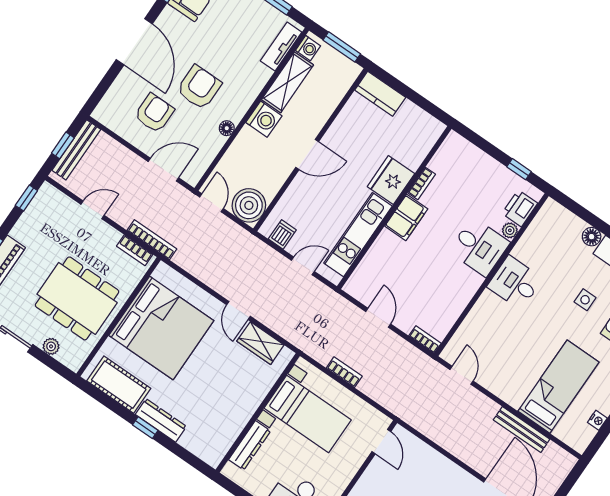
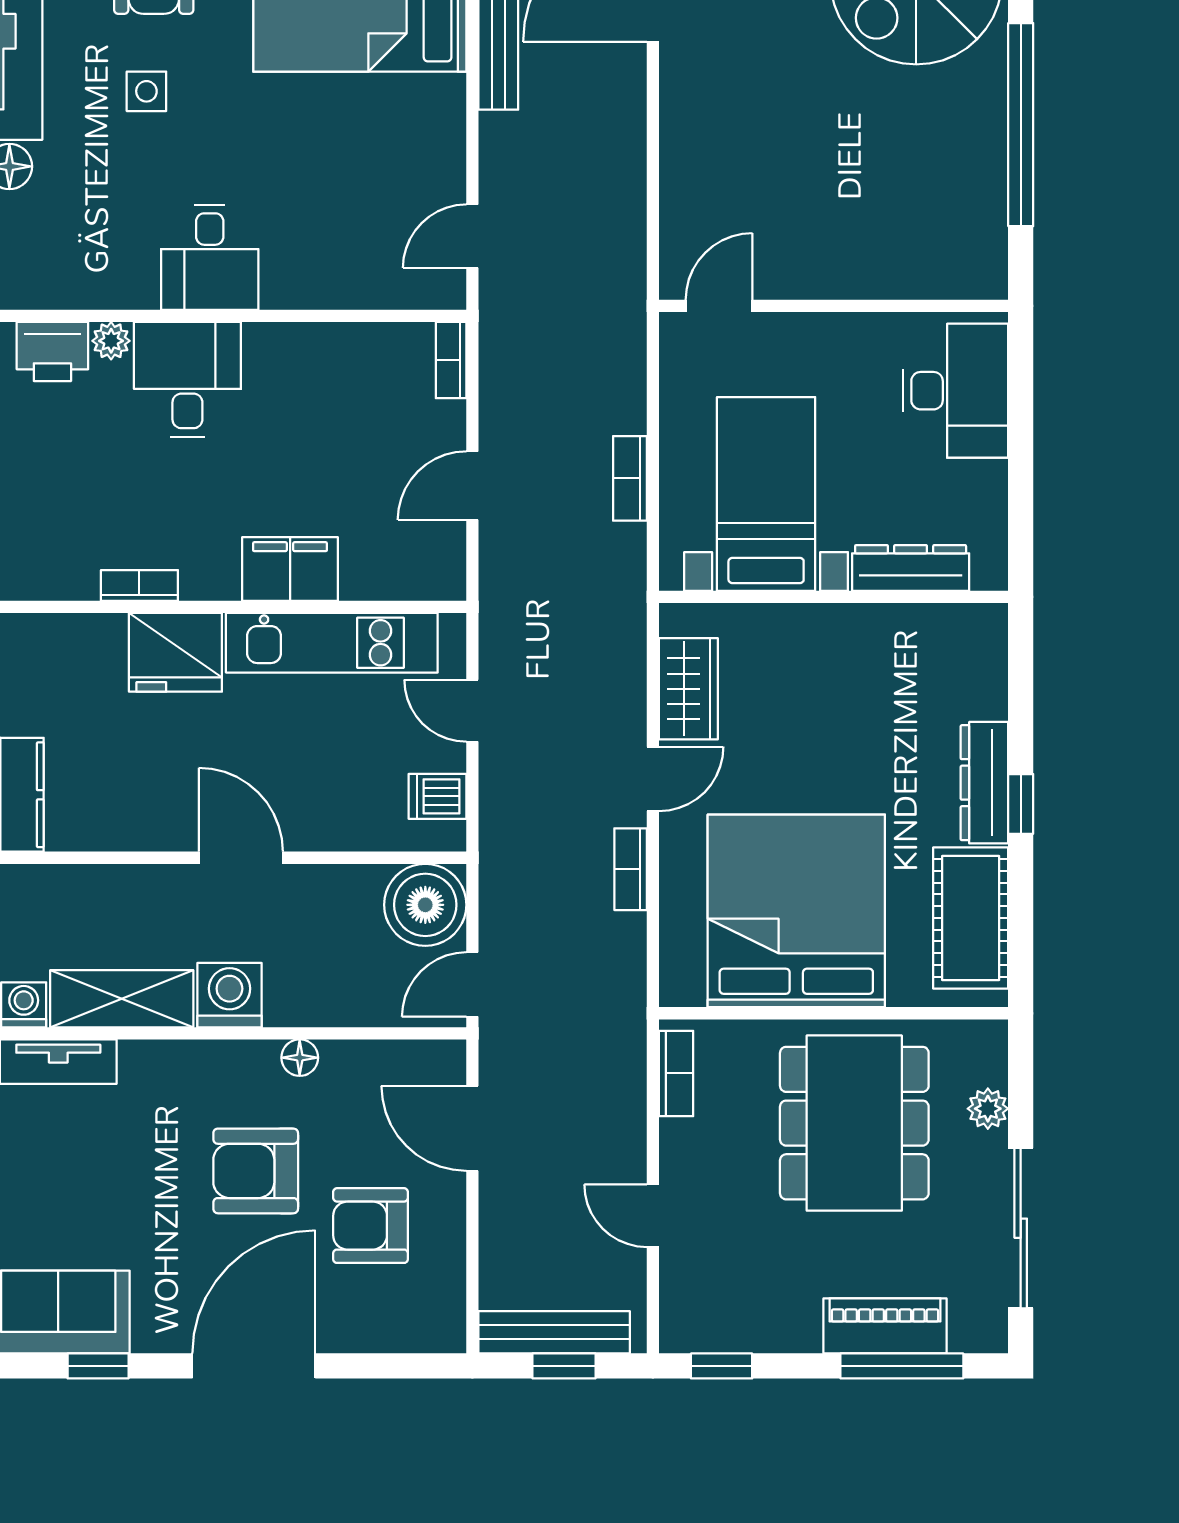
filing cabinet: (406, 217) -> (290, 569), moved
bookcase: (152, 240) -> (631, 869), moved, width x0.64

